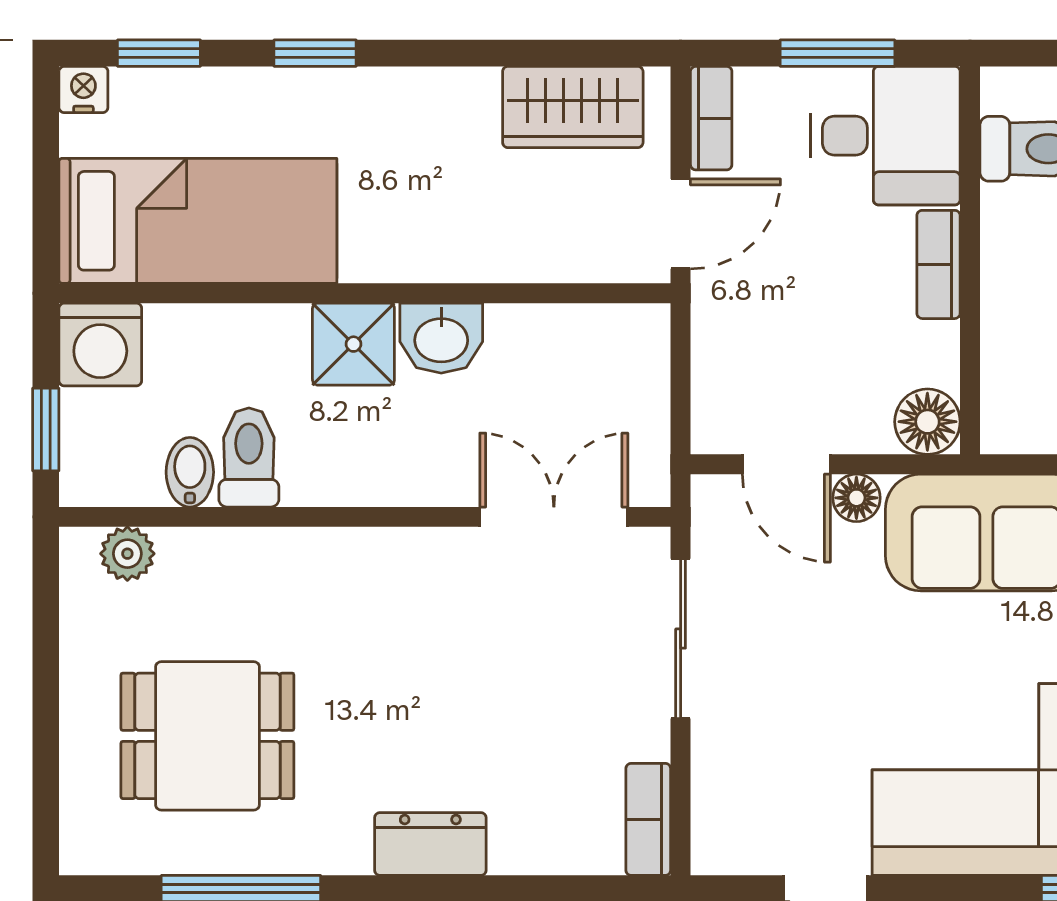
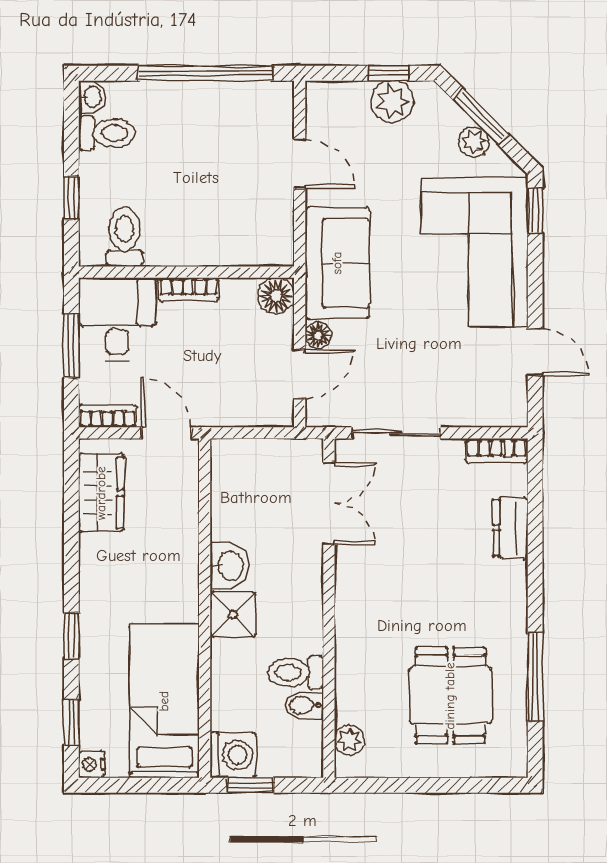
window: (46, 430) -> (250, 785), moved
double door: (554, 517) -> (329, 503), swing flipped
dresser: (430, 844) -> (510, 528), moved

